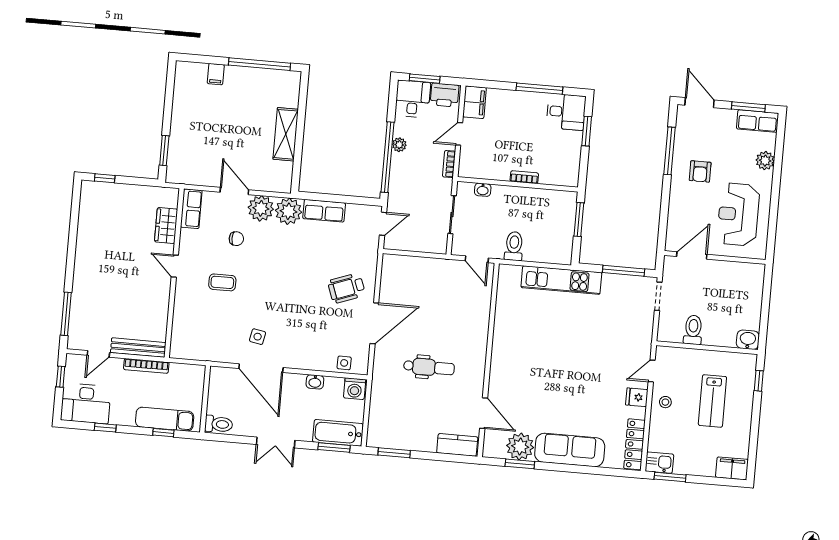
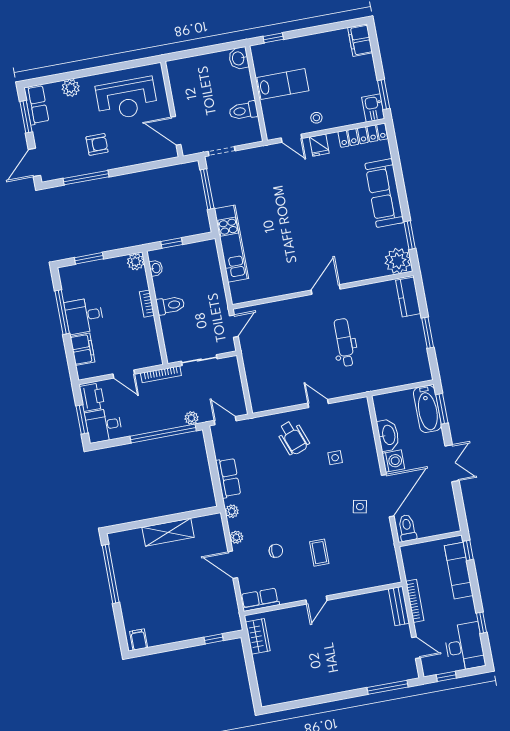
filing cabinet: (216, 74) -> (139, 640), moved, turned -90
filing cabinet: (475, 102) -> (82, 349), moved, turned 90
desk: (566, 112) -> (84, 316), moved, turned -90
plant: (399, 145) -> (191, 418), moved
window: (164, 151) -> (214, 639), width x0.67
bookcase: (449, 164) -> (161, 374), width x1.56
window: (105, 178) -> (254, 686), removed
plant: (570, 178) -> (136, 262), added
washbasin: (483, 190) -> (156, 268), moved
door: (234, 191) -> (233, 565), hinge flipped
plant: (261, 208) -> (236, 537), width x0.53, depth x0.53
plant: (288, 211) -> (232, 511), width x0.53, depth x0.53
window: (579, 219) -> (172, 243), width x0.67
wardrobe: (166, 225) -> (258, 636), moved, turned -90
chair: (236, 239) -> (276, 551), turned 89
toilet: (514, 246) -> (170, 305), moved, turned 180
door: (374, 323) -> (318, 403), width x0.53
bench: (138, 348) -> (399, 606), width x0.73
side table: (344, 363) -> (335, 458), moved
washbasin: (315, 382) -> (388, 435), width x1.91, depth x1.45
washing machine: (355, 389) -> (393, 461), moved
lab bench: (712, 401) -> (283, 84), moved
door: (484, 413) -> (326, 290), moved
toilet: (219, 424) -> (407, 528), moved
window: (163, 433) -> (468, 550), moved
plant: (520, 447) -> (398, 261), moved
window: (394, 453) -> (428, 333), moved

